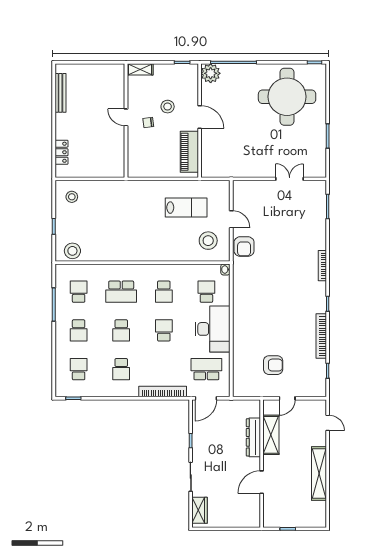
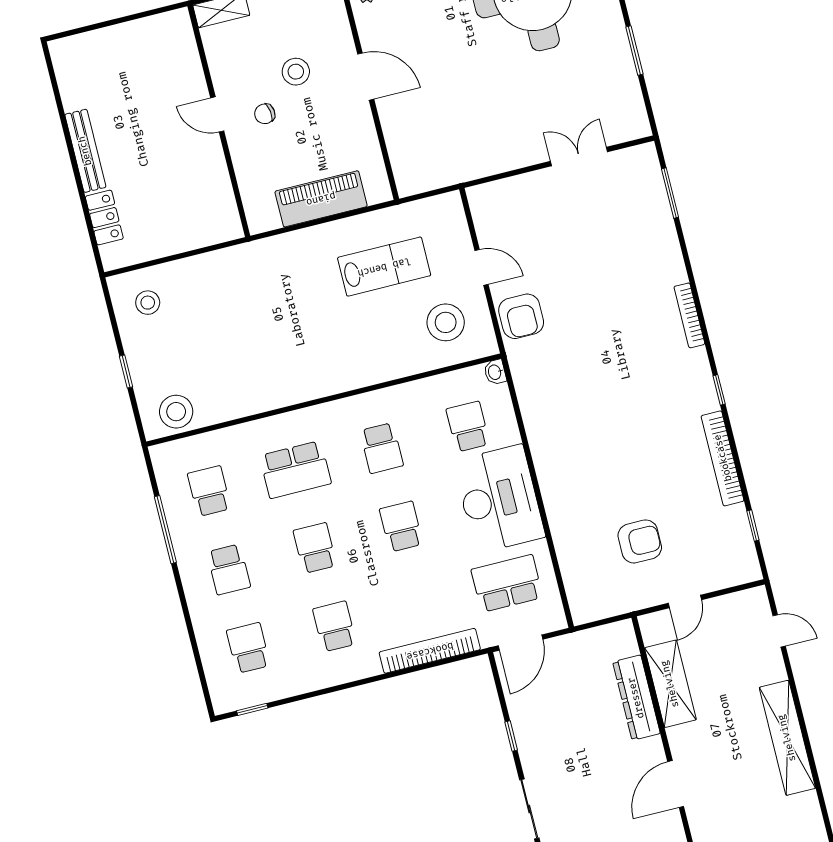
bench: (60, 93) -> (85, 151), moved
piano: (189, 152) -> (321, 199), moved, turned 90
school desk: (121, 330) -> (315, 548), turned 180
school desk: (121, 369) -> (334, 626), turned 180

